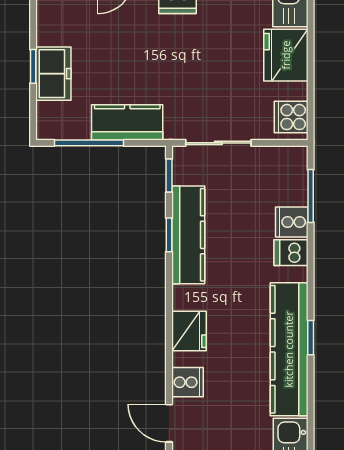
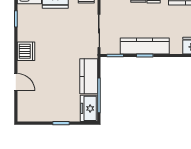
freezer: (53, 74) -> (89, 108), moved, turned -90

